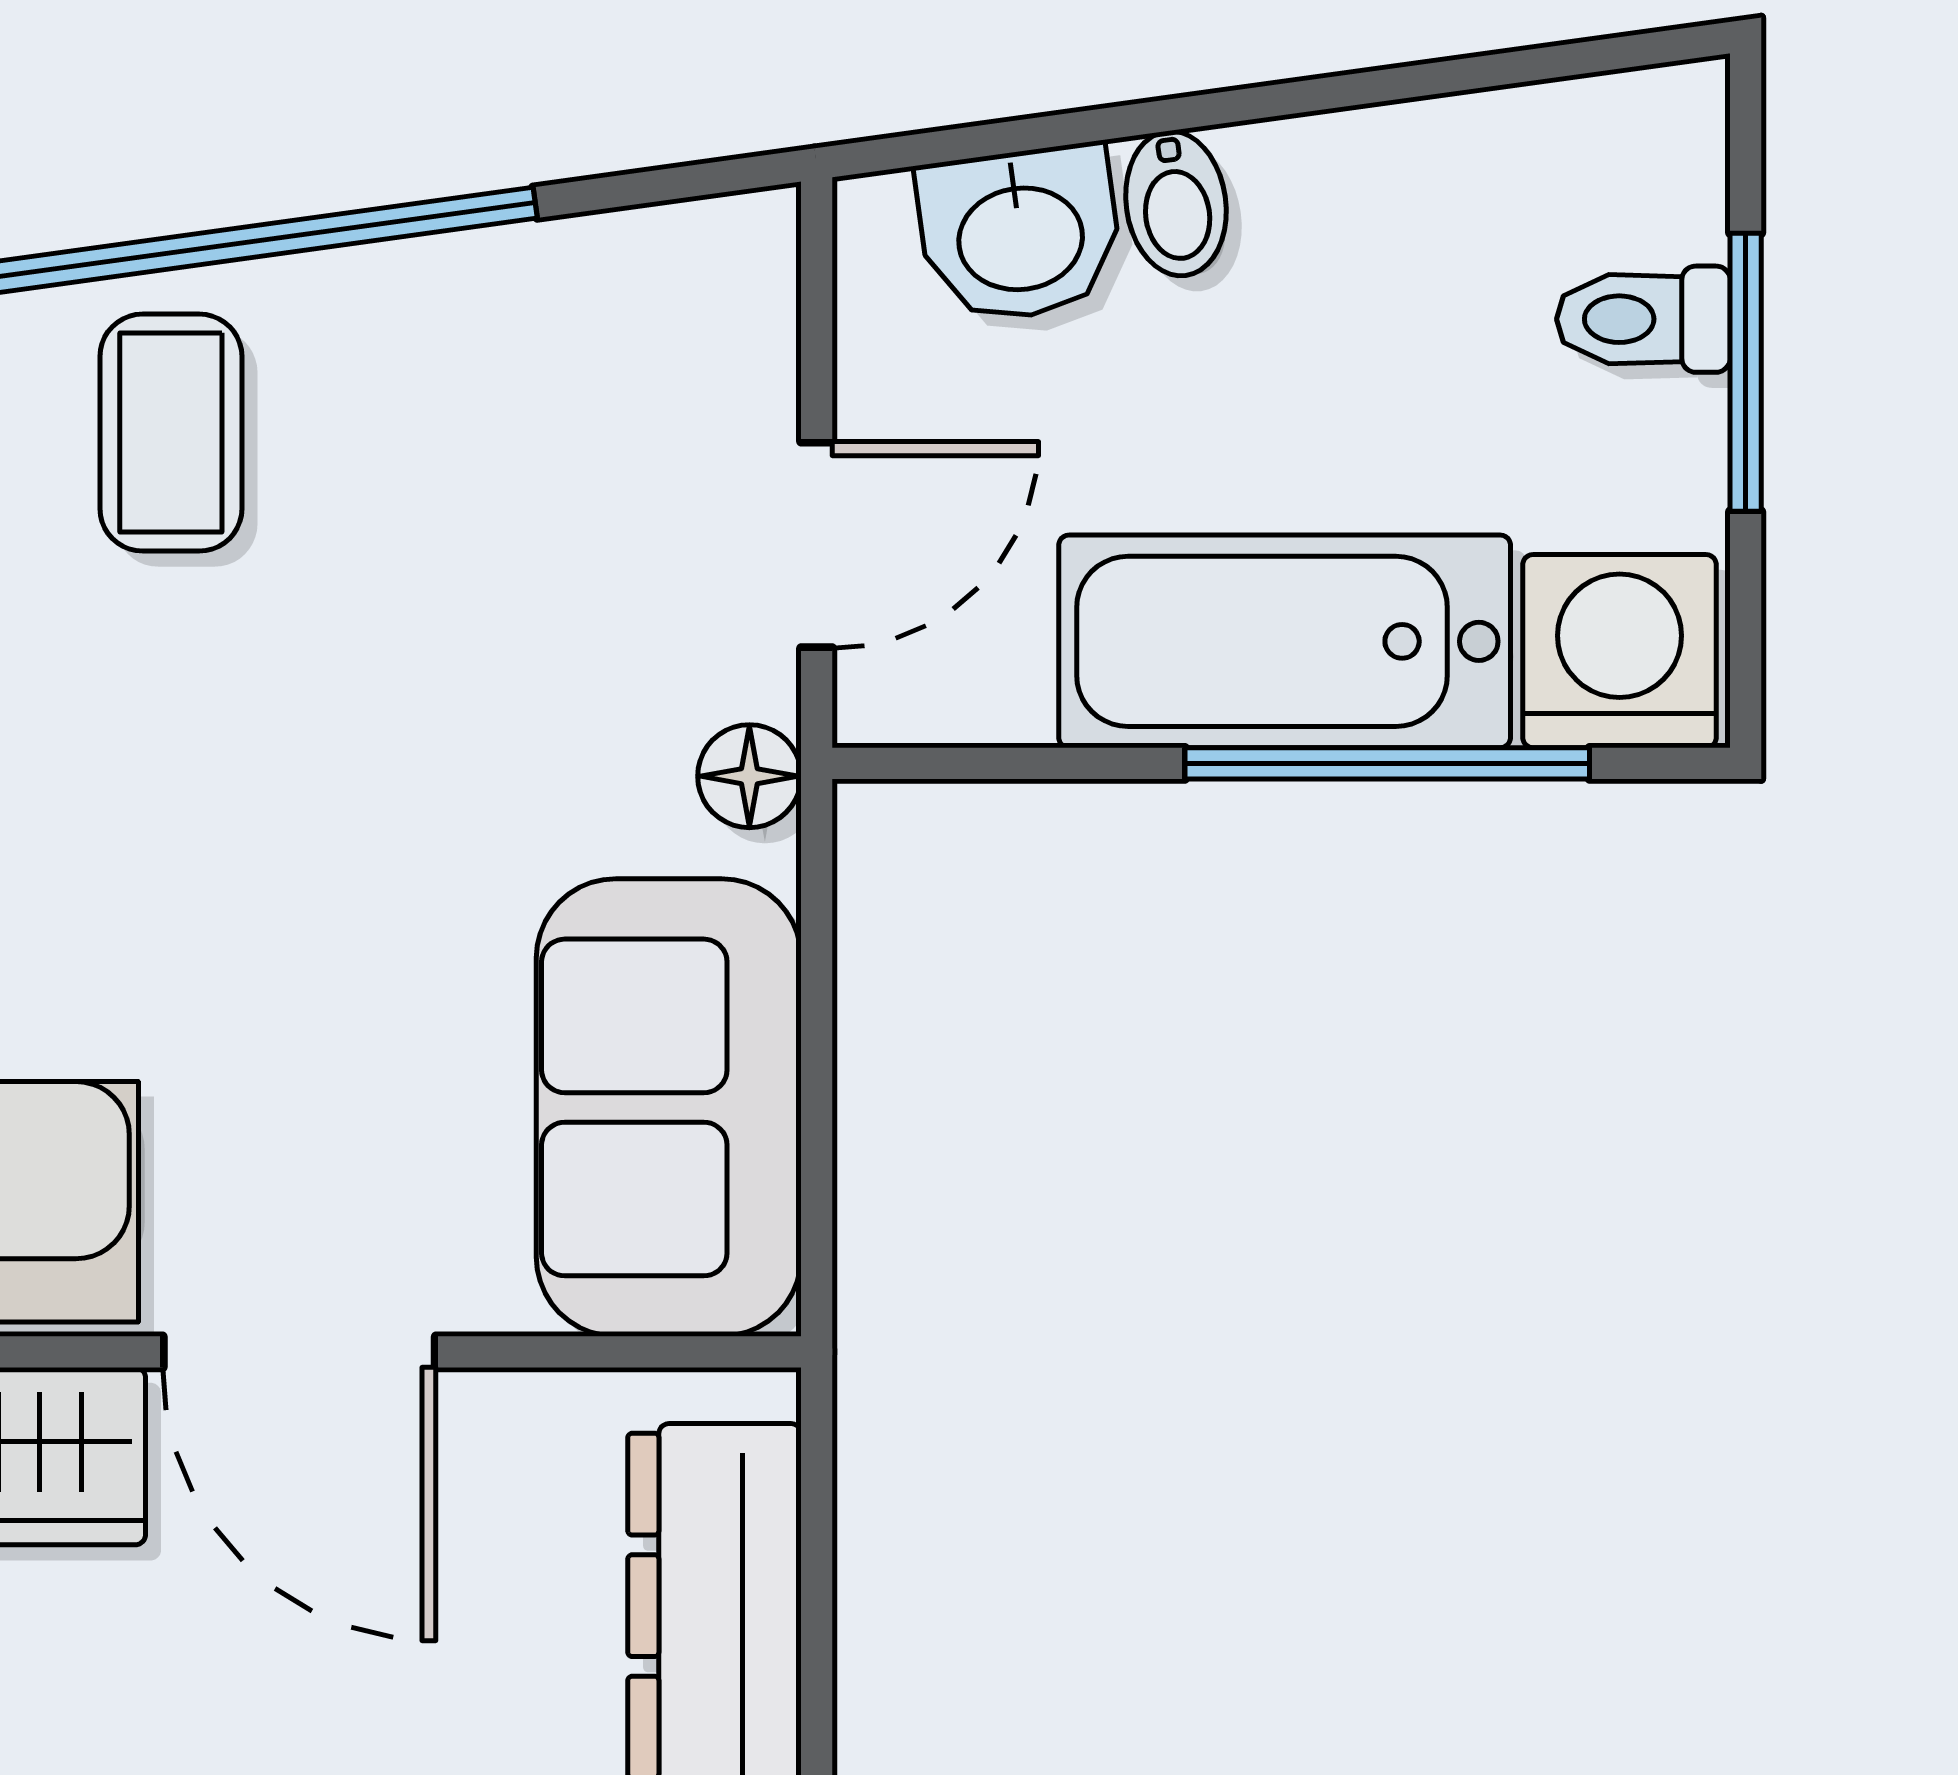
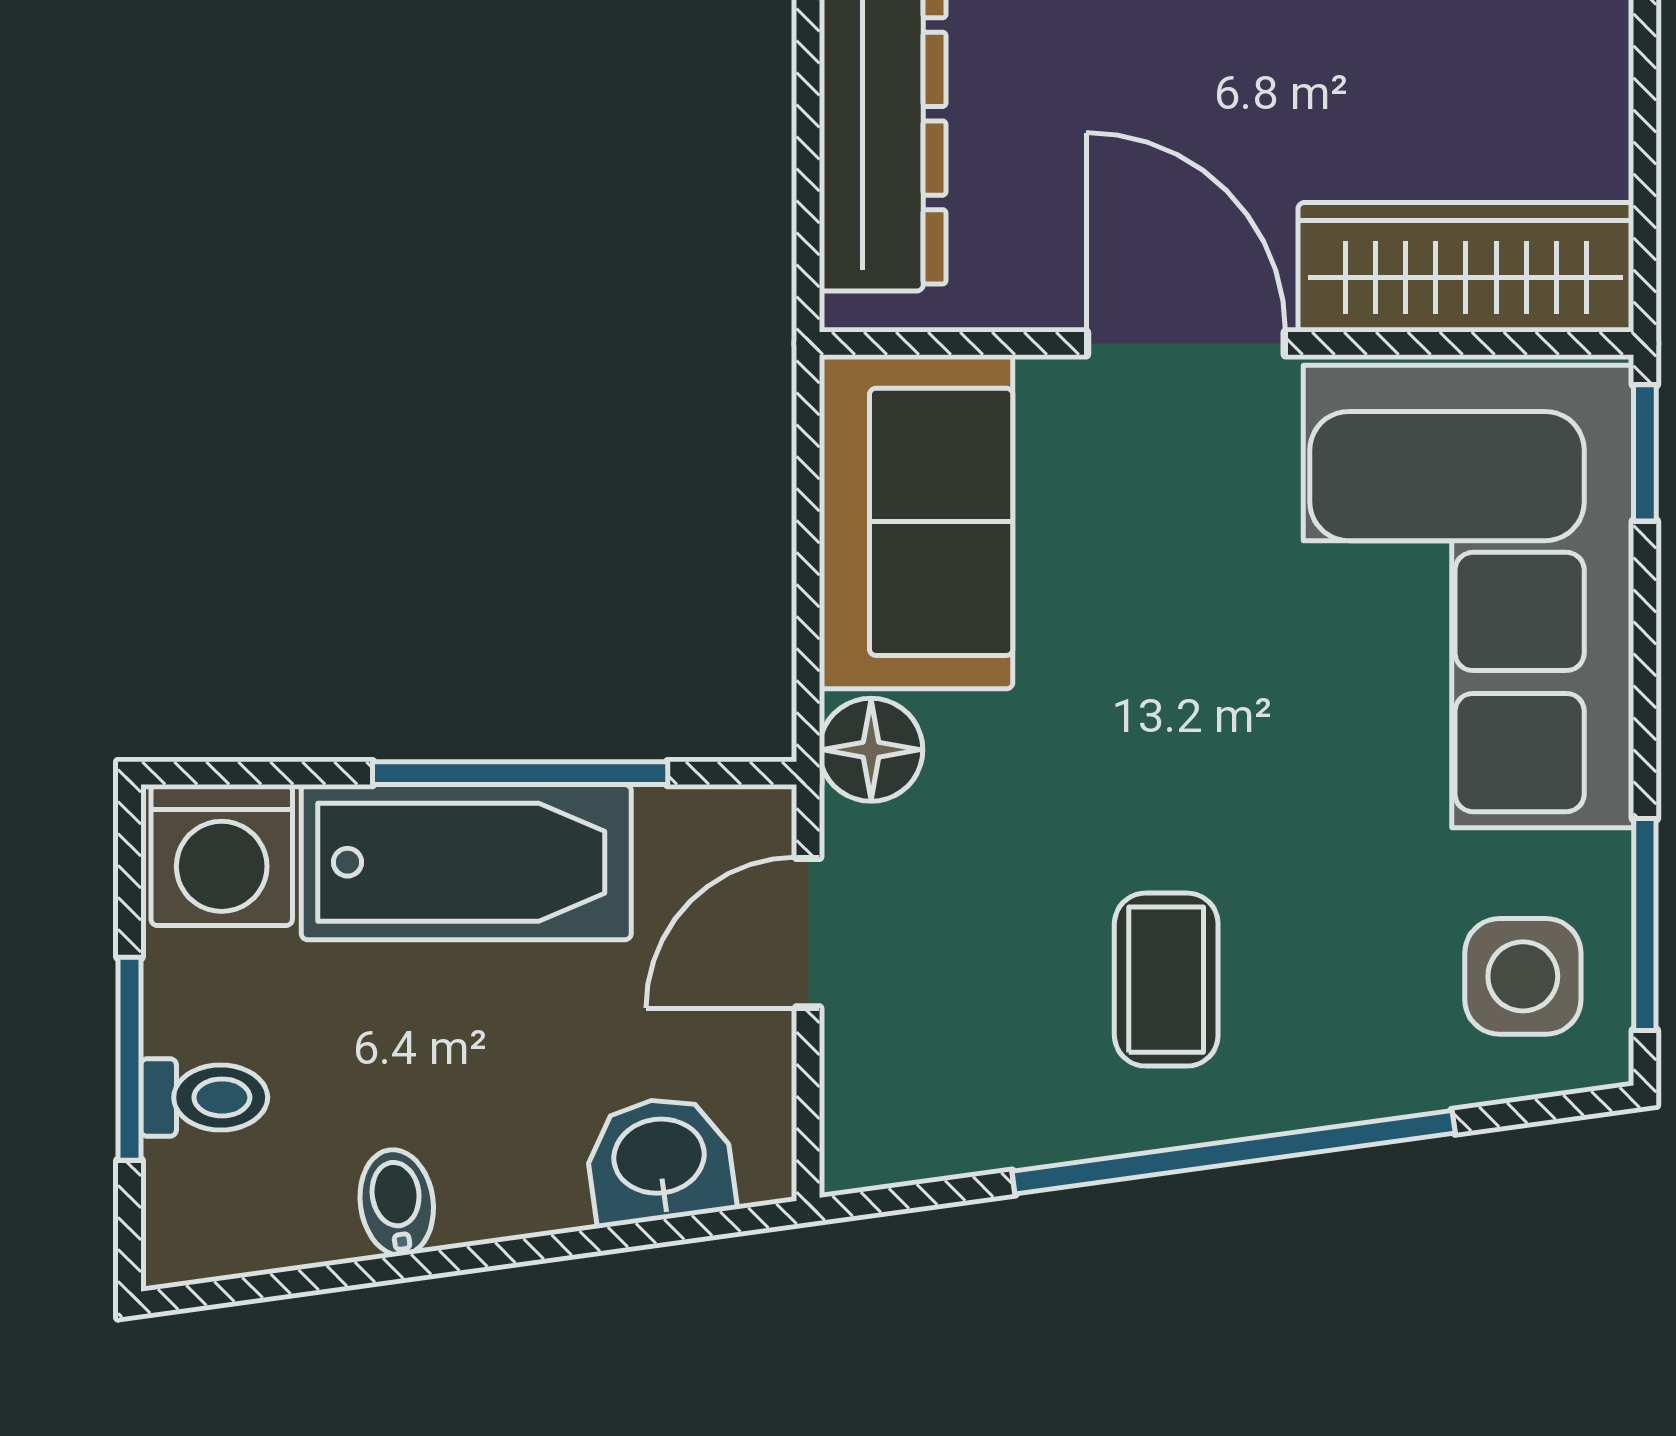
bidet: (1176, 203) -> (397, 1203), moved
coffee table: (171, 433) -> (1166, 980), moved
window: (1387, 763) -> (520, 773), moved
floor lamp: (749, 776) -> (871, 750), width x1.37, depth x1.37

